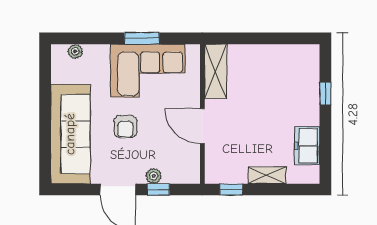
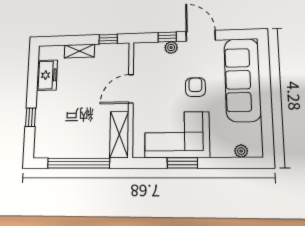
window: (264, 38) -> (79, 163), added
door: (202, 126) -> (131, 89), swing flipped

